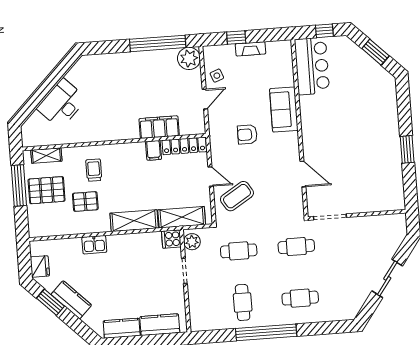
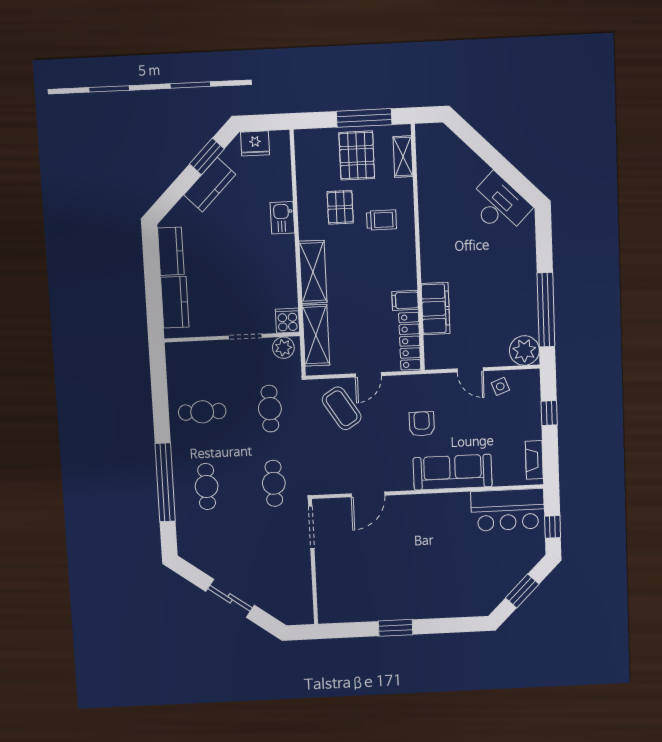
fireplace: (251, 49) -> (534, 460), moved
desk: (62, 104) -> (499, 205), moved
sofa: (284, 110) -> (453, 472), width x1.36
window: (266, 332) -> (165, 482), moved

